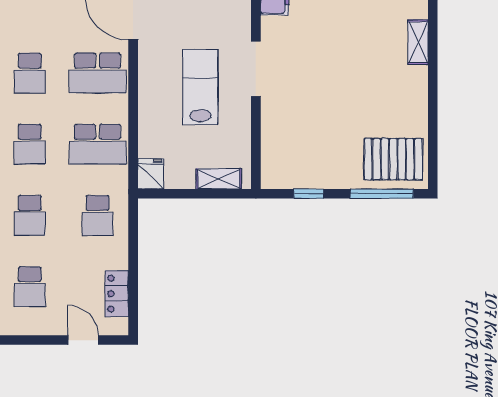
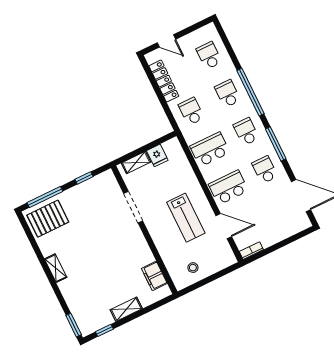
shelving: (418, 42) -> (56, 268), moved
doorway: (256, 69) -> (133, 207), moved
lab bench: (200, 87) -> (186, 218), moved
fridge: (151, 174) -> (157, 155), moved
locker: (117, 294) -> (164, 81), width x1.53

